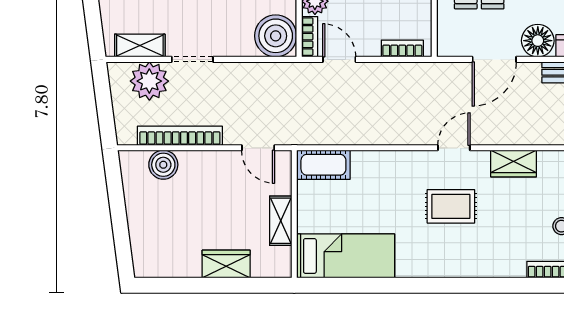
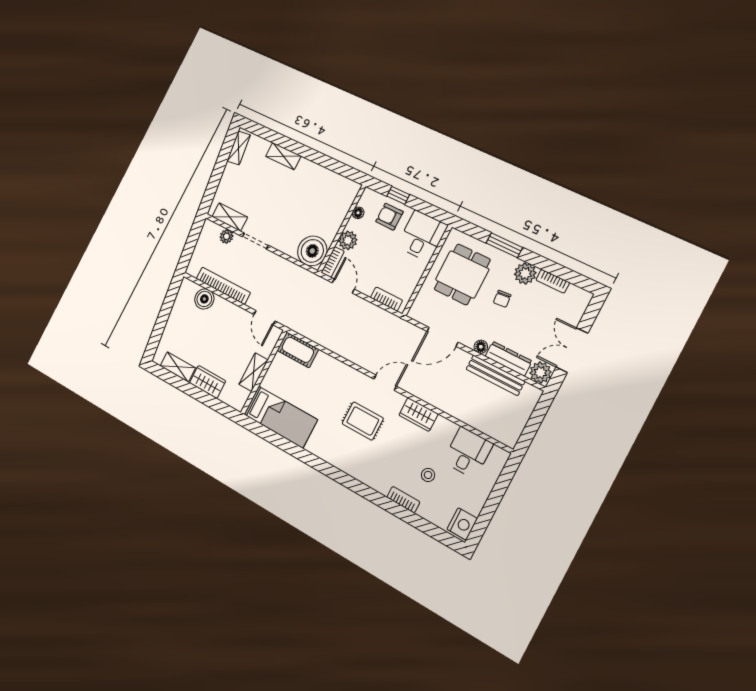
floor lamp: (538, 41) -> (481, 347), width x0.53, depth x0.53
plant: (149, 81) -> (227, 236), width x0.53, depth x0.53
shelving: (175, 267) -> (178, 367), added

